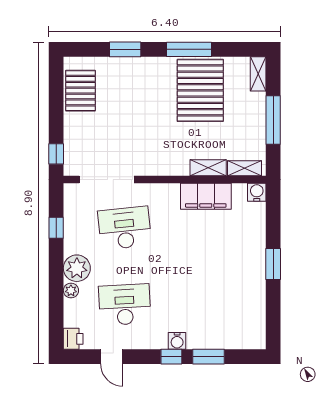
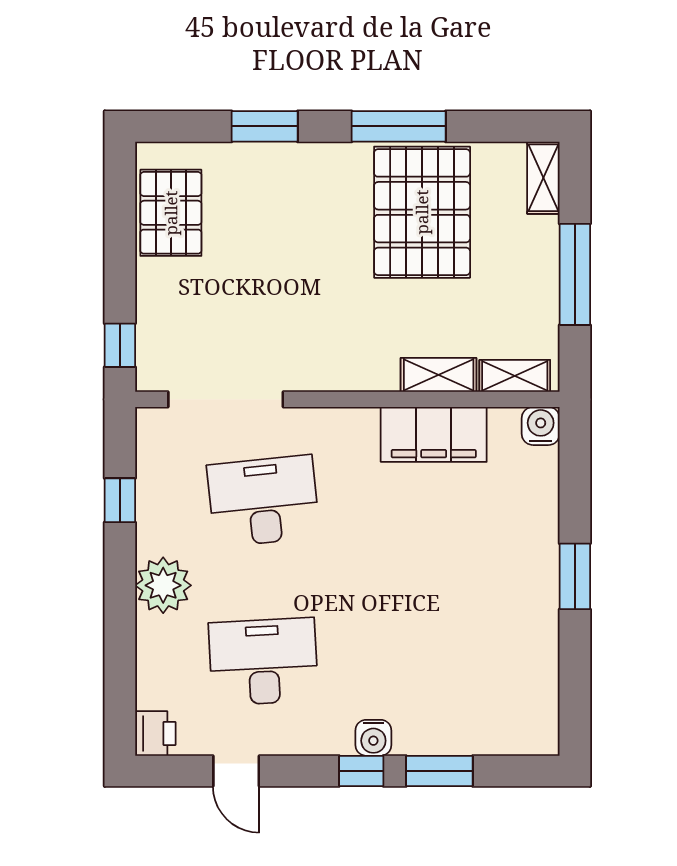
plant: (71, 290) -> (151, 632), removed

